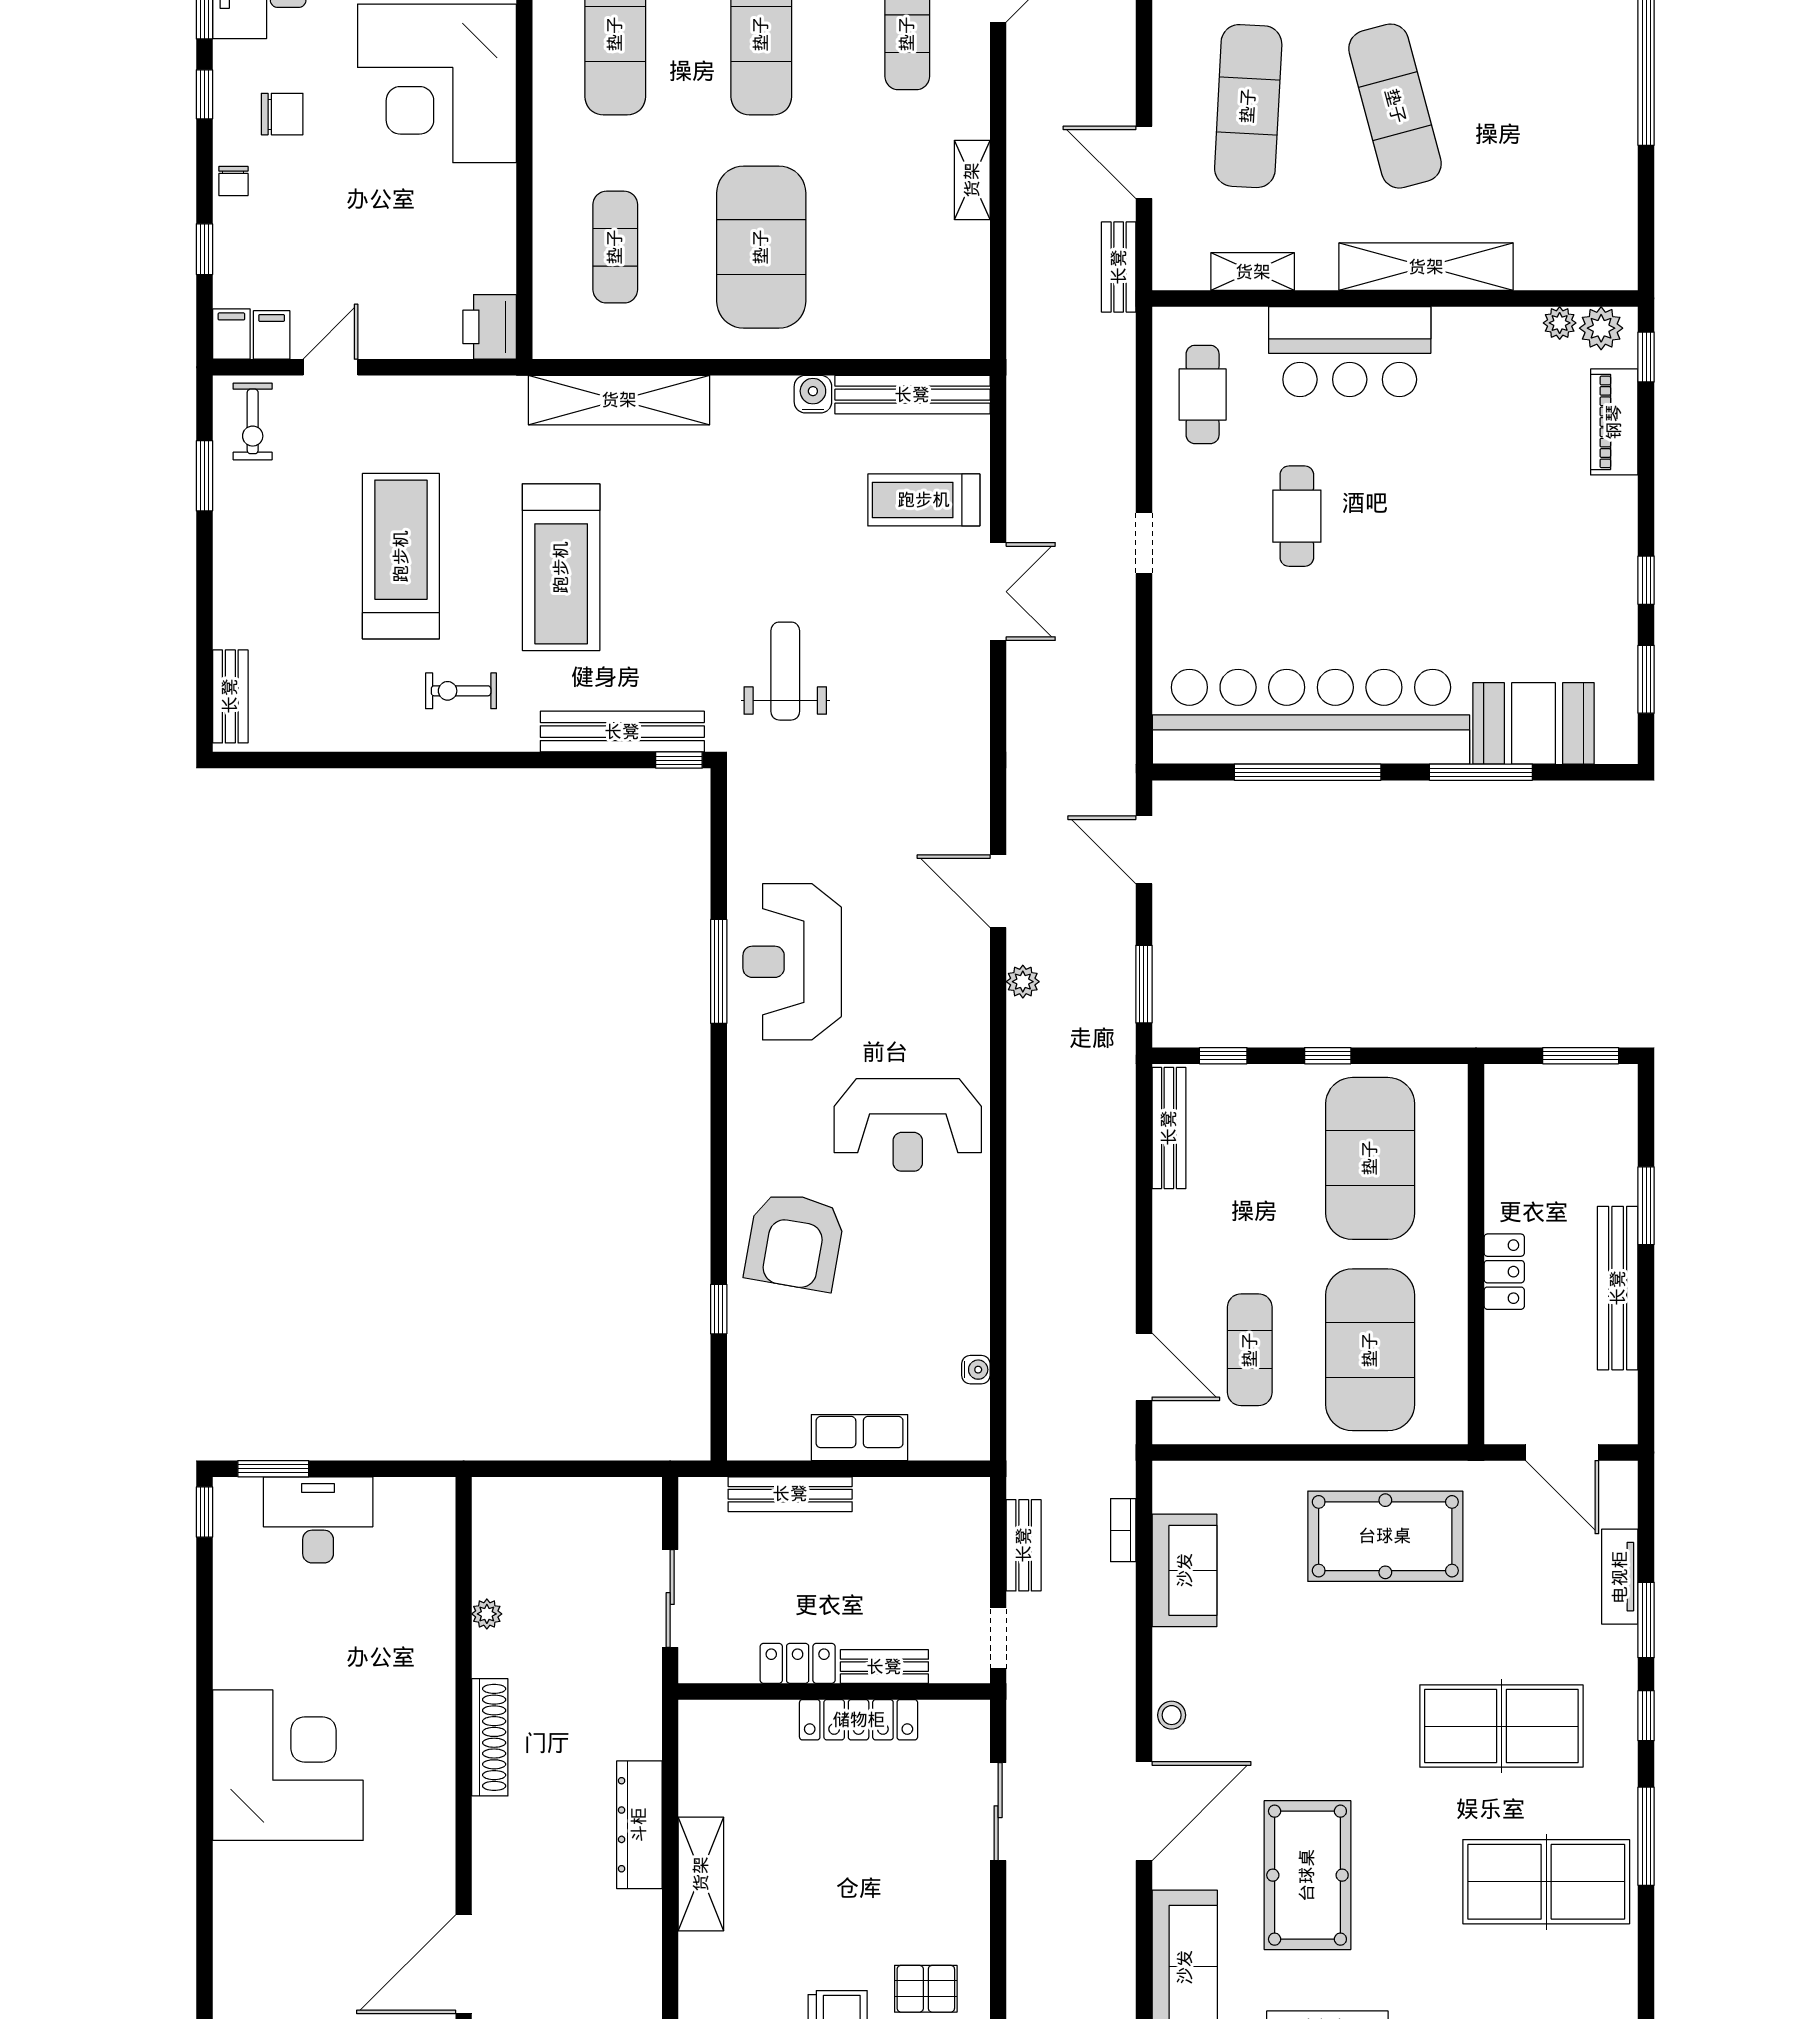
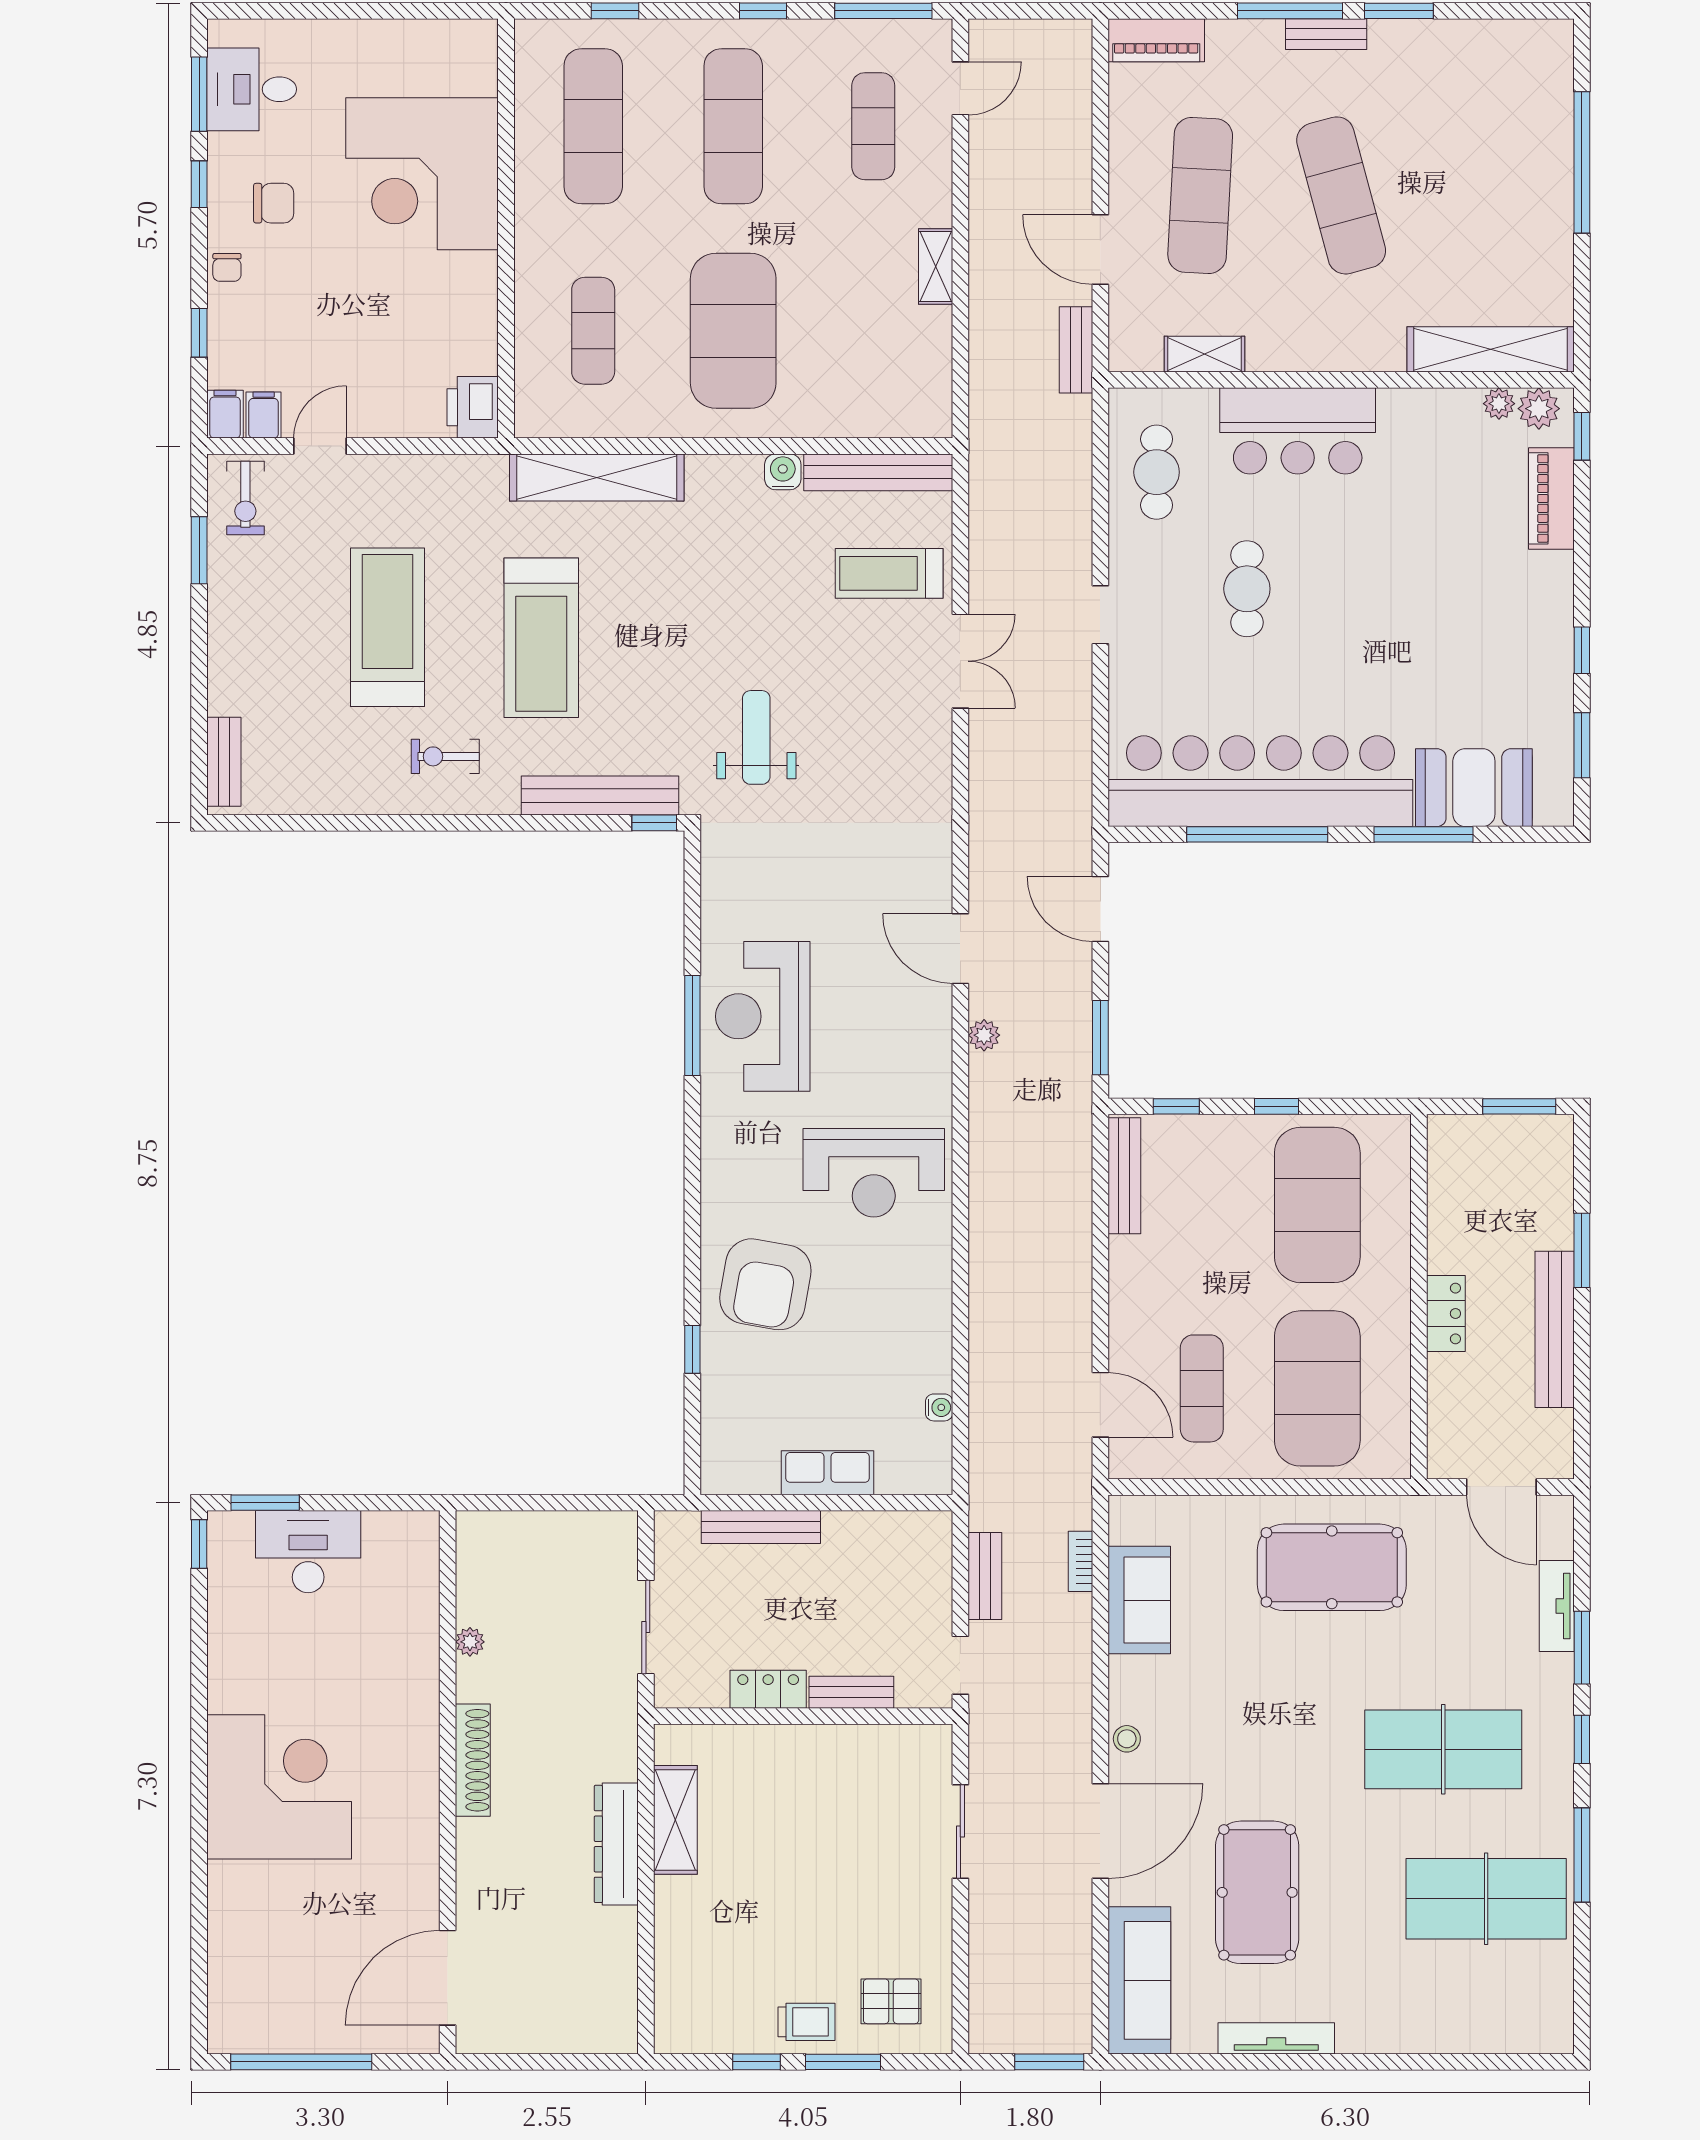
shelving: (1426, 267) -> (1491, 349), moved
locker: (859, 1720) -> (827, 1743), removed
shelving: (701, 1874) -> (675, 1820), moved

